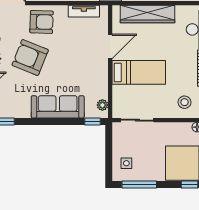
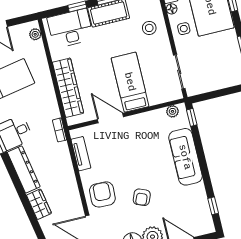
armchair: (30, 58) -> (142, 197), width x0.53, depth x0.53
side table: (126, 163) -> (184, 29), moved

